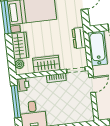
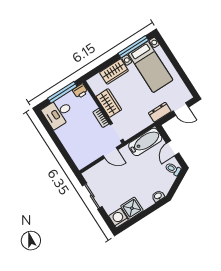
dresser: (79, 38) -> (160, 112), moved
plant: (19, 64) -> (97, 79), removed

